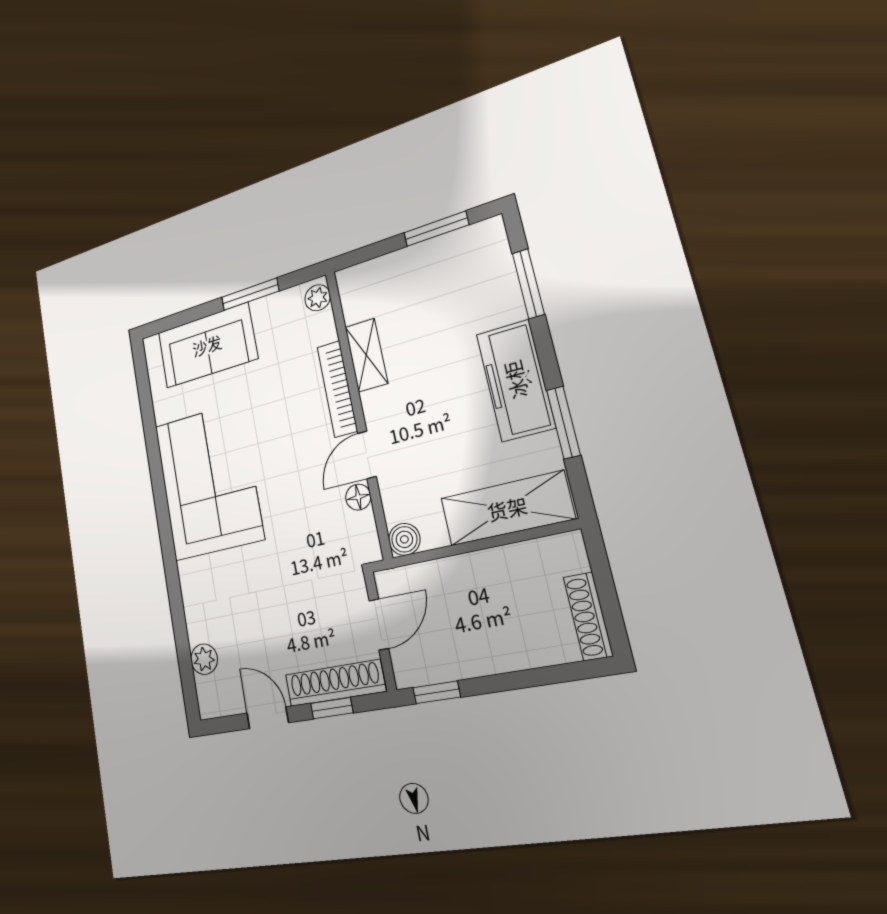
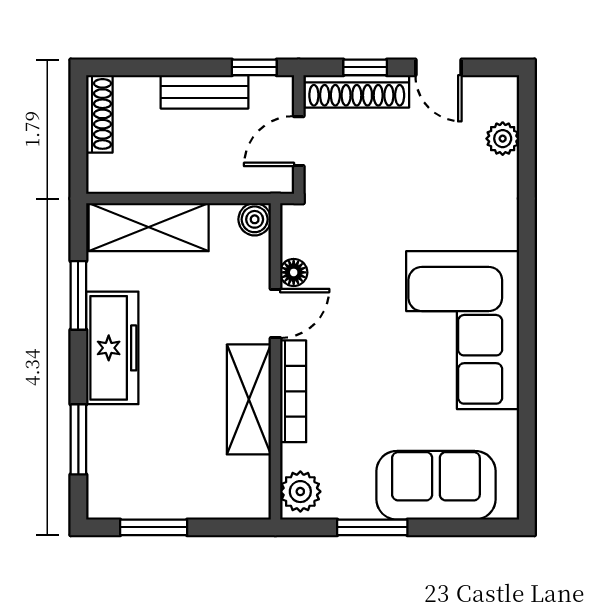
plant: (318, 298) -> (300, 492), width x1.38, depth x1.38
shelving: (366, 355) -> (249, 399), width x1.50, depth x1.33
bench: (481, 659) -> (204, 92), added

